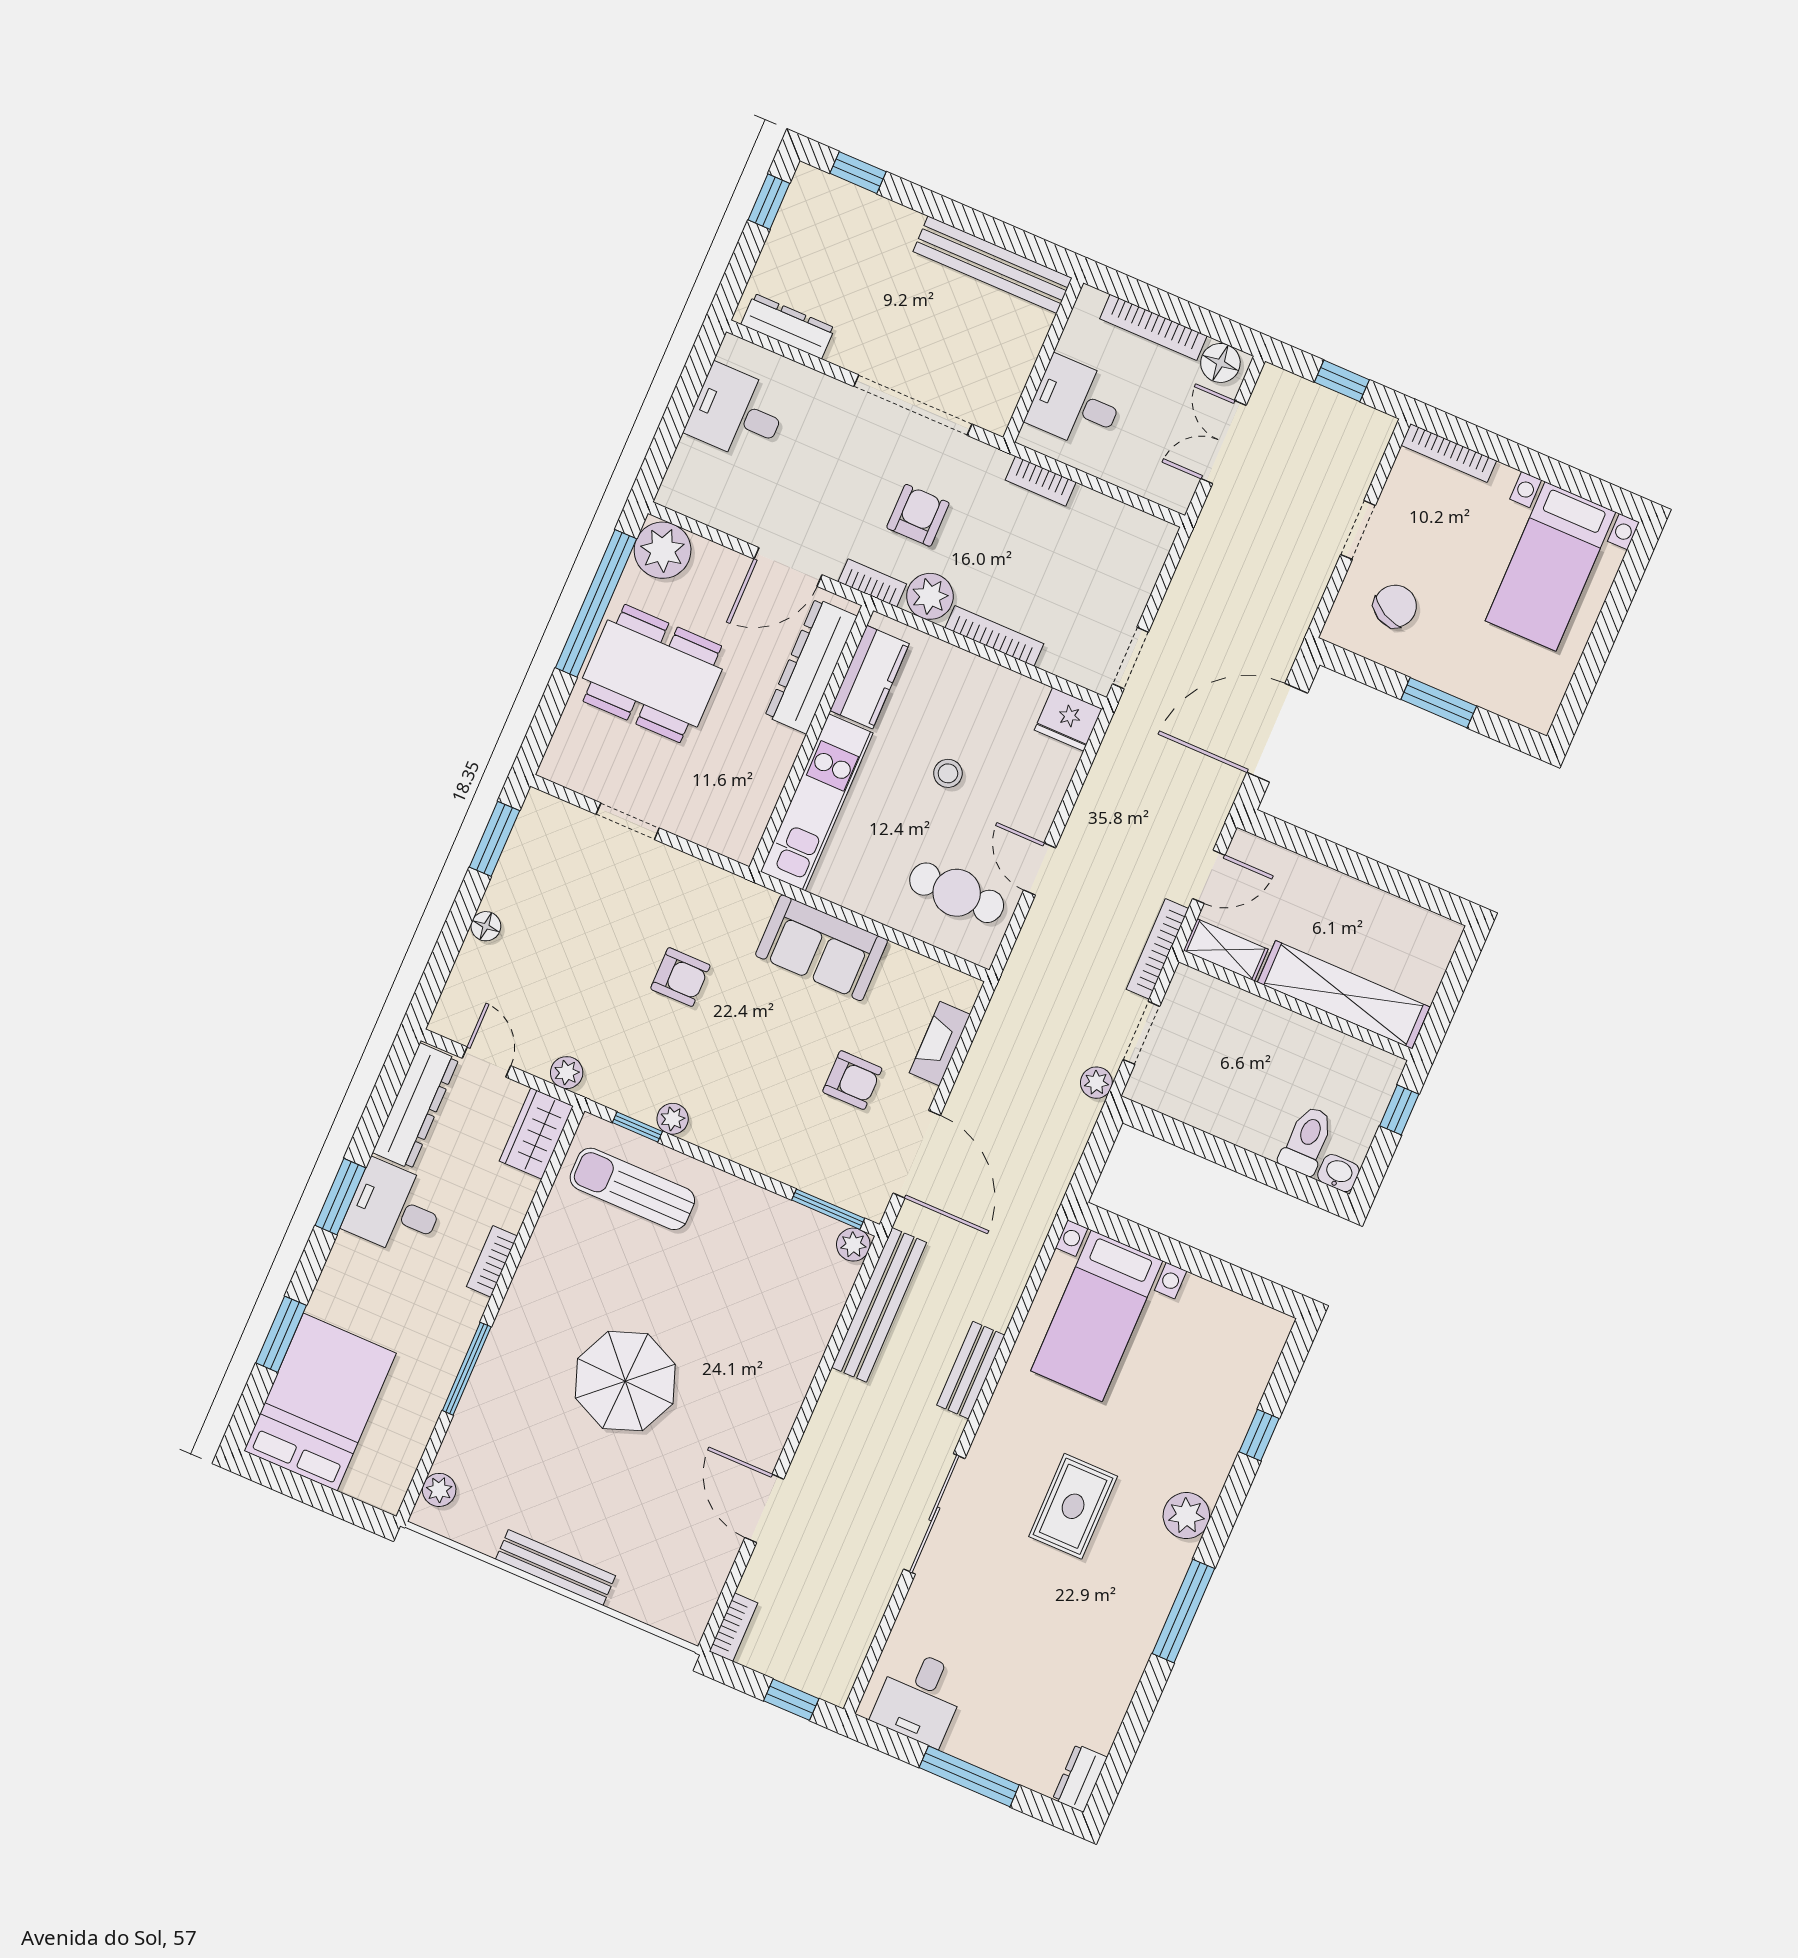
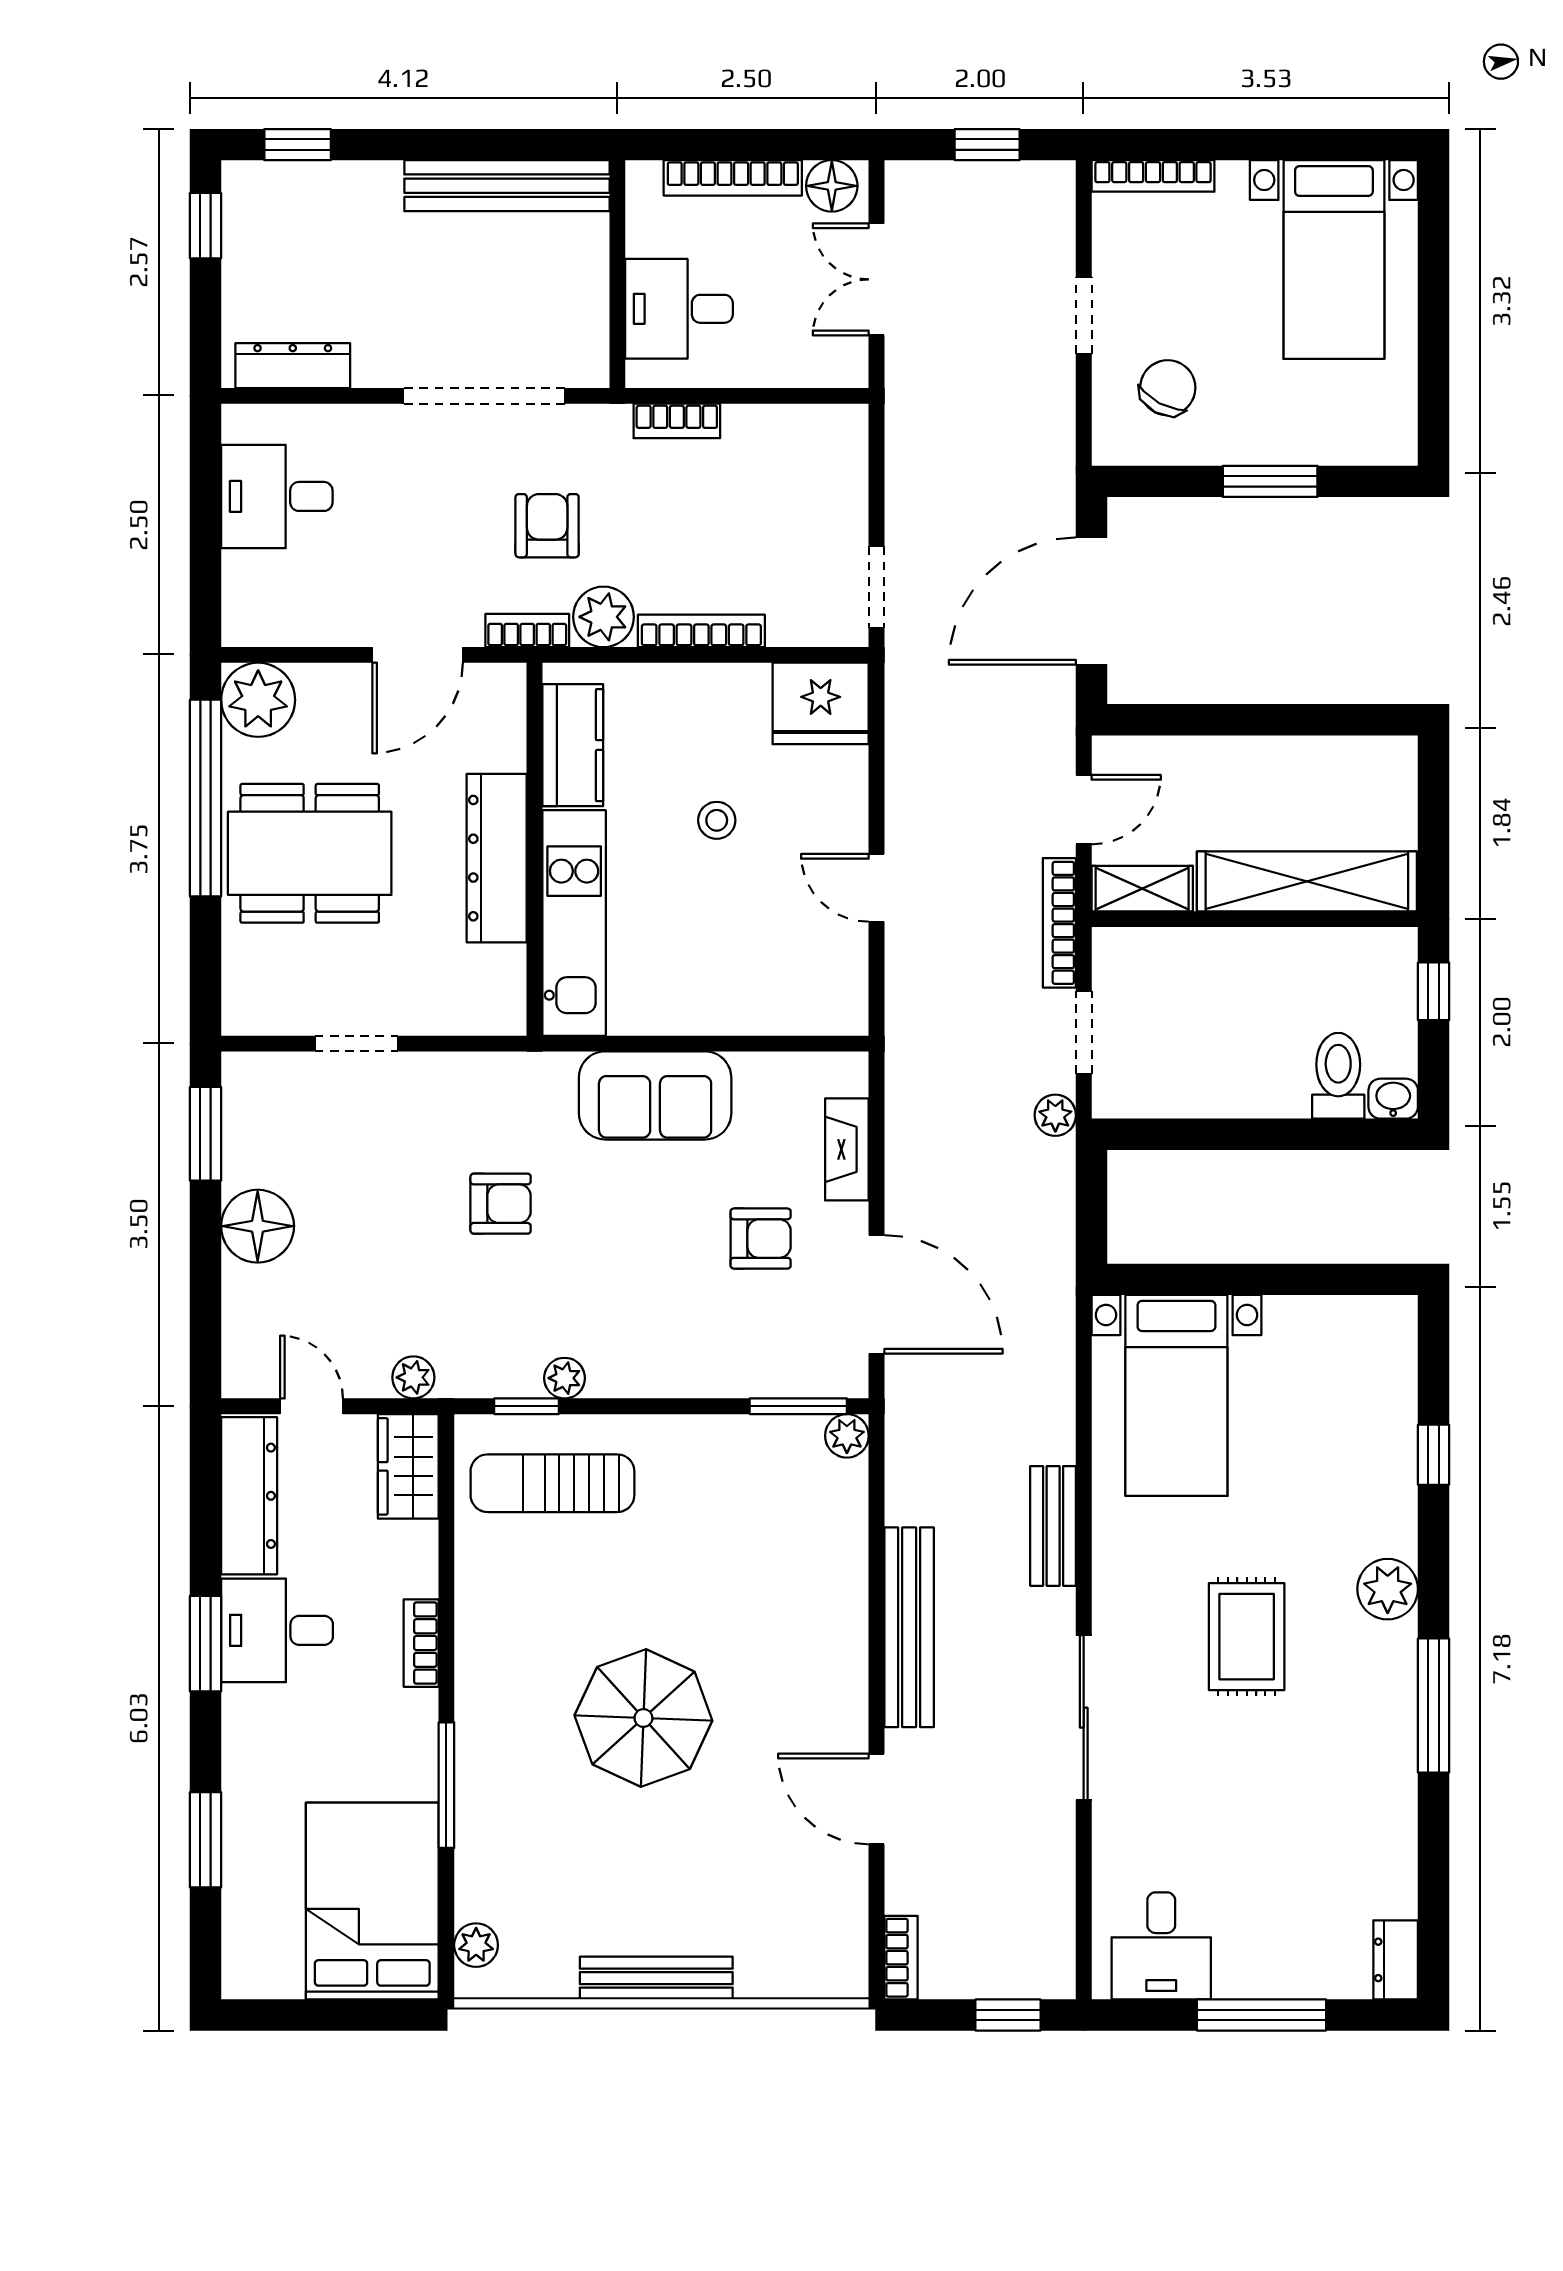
dresser: (811, 666) -> (497, 858), moved
fridge: (1068, 719) -> (821, 703), width x1.36, depth x1.34
cafe table: (957, 893) -> (789, 959), removed
floor lamp: (486, 926) -> (258, 1226), width x1.89, depth x1.89
bench: (879, 1305) -> (909, 1627), moved
bed: (320, 1402) -> (372, 1901), moved

